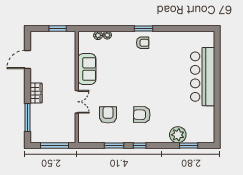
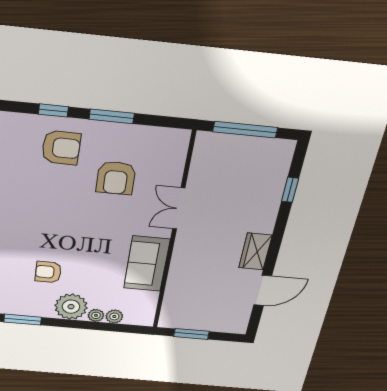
plant: (120, 39) -> (71, 307), added
armchair: (143, 43) -> (48, 272), moved
wardrobe: (36, 93) -> (255, 251), moved
armchair: (142, 115) -> (61, 148), moved
window: (28, 117) -> (290, 190), width x0.46

